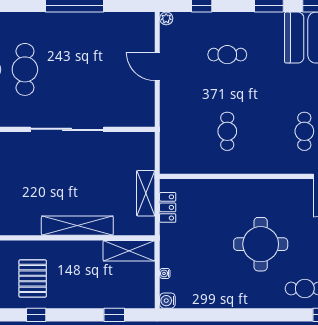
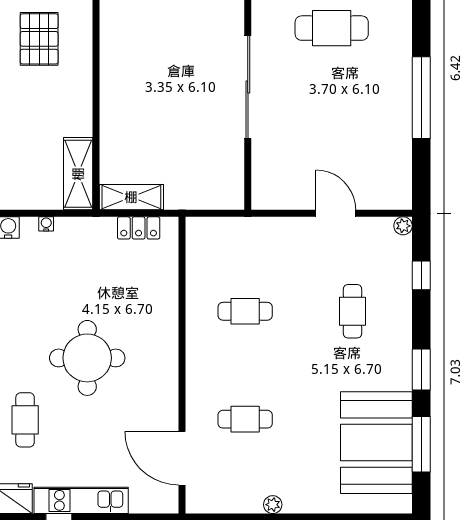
door: (157, 66) -> (336, 213), hinge flipped
shelving: (146, 193) -> (131, 197), moved
shelving: (77, 226) -> (113, 101), removed
pallet: (33, 278) -> (39, 39), turned 90

